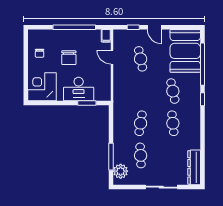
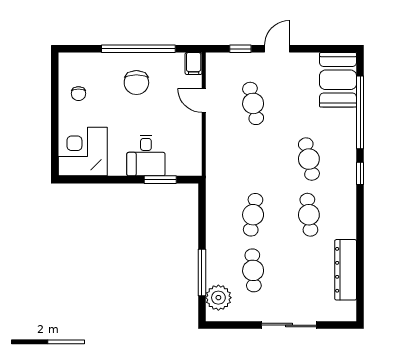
door: (154, 27) -> (277, 49), swing flipped
booth: (185, 51) -> (338, 80), width x0.73, depth x0.70
chair: (69, 58) -> (136, 83), moved
desk: (79, 89) -> (146, 156), width x0.73
dresser: (194, 167) -> (346, 270), moved

